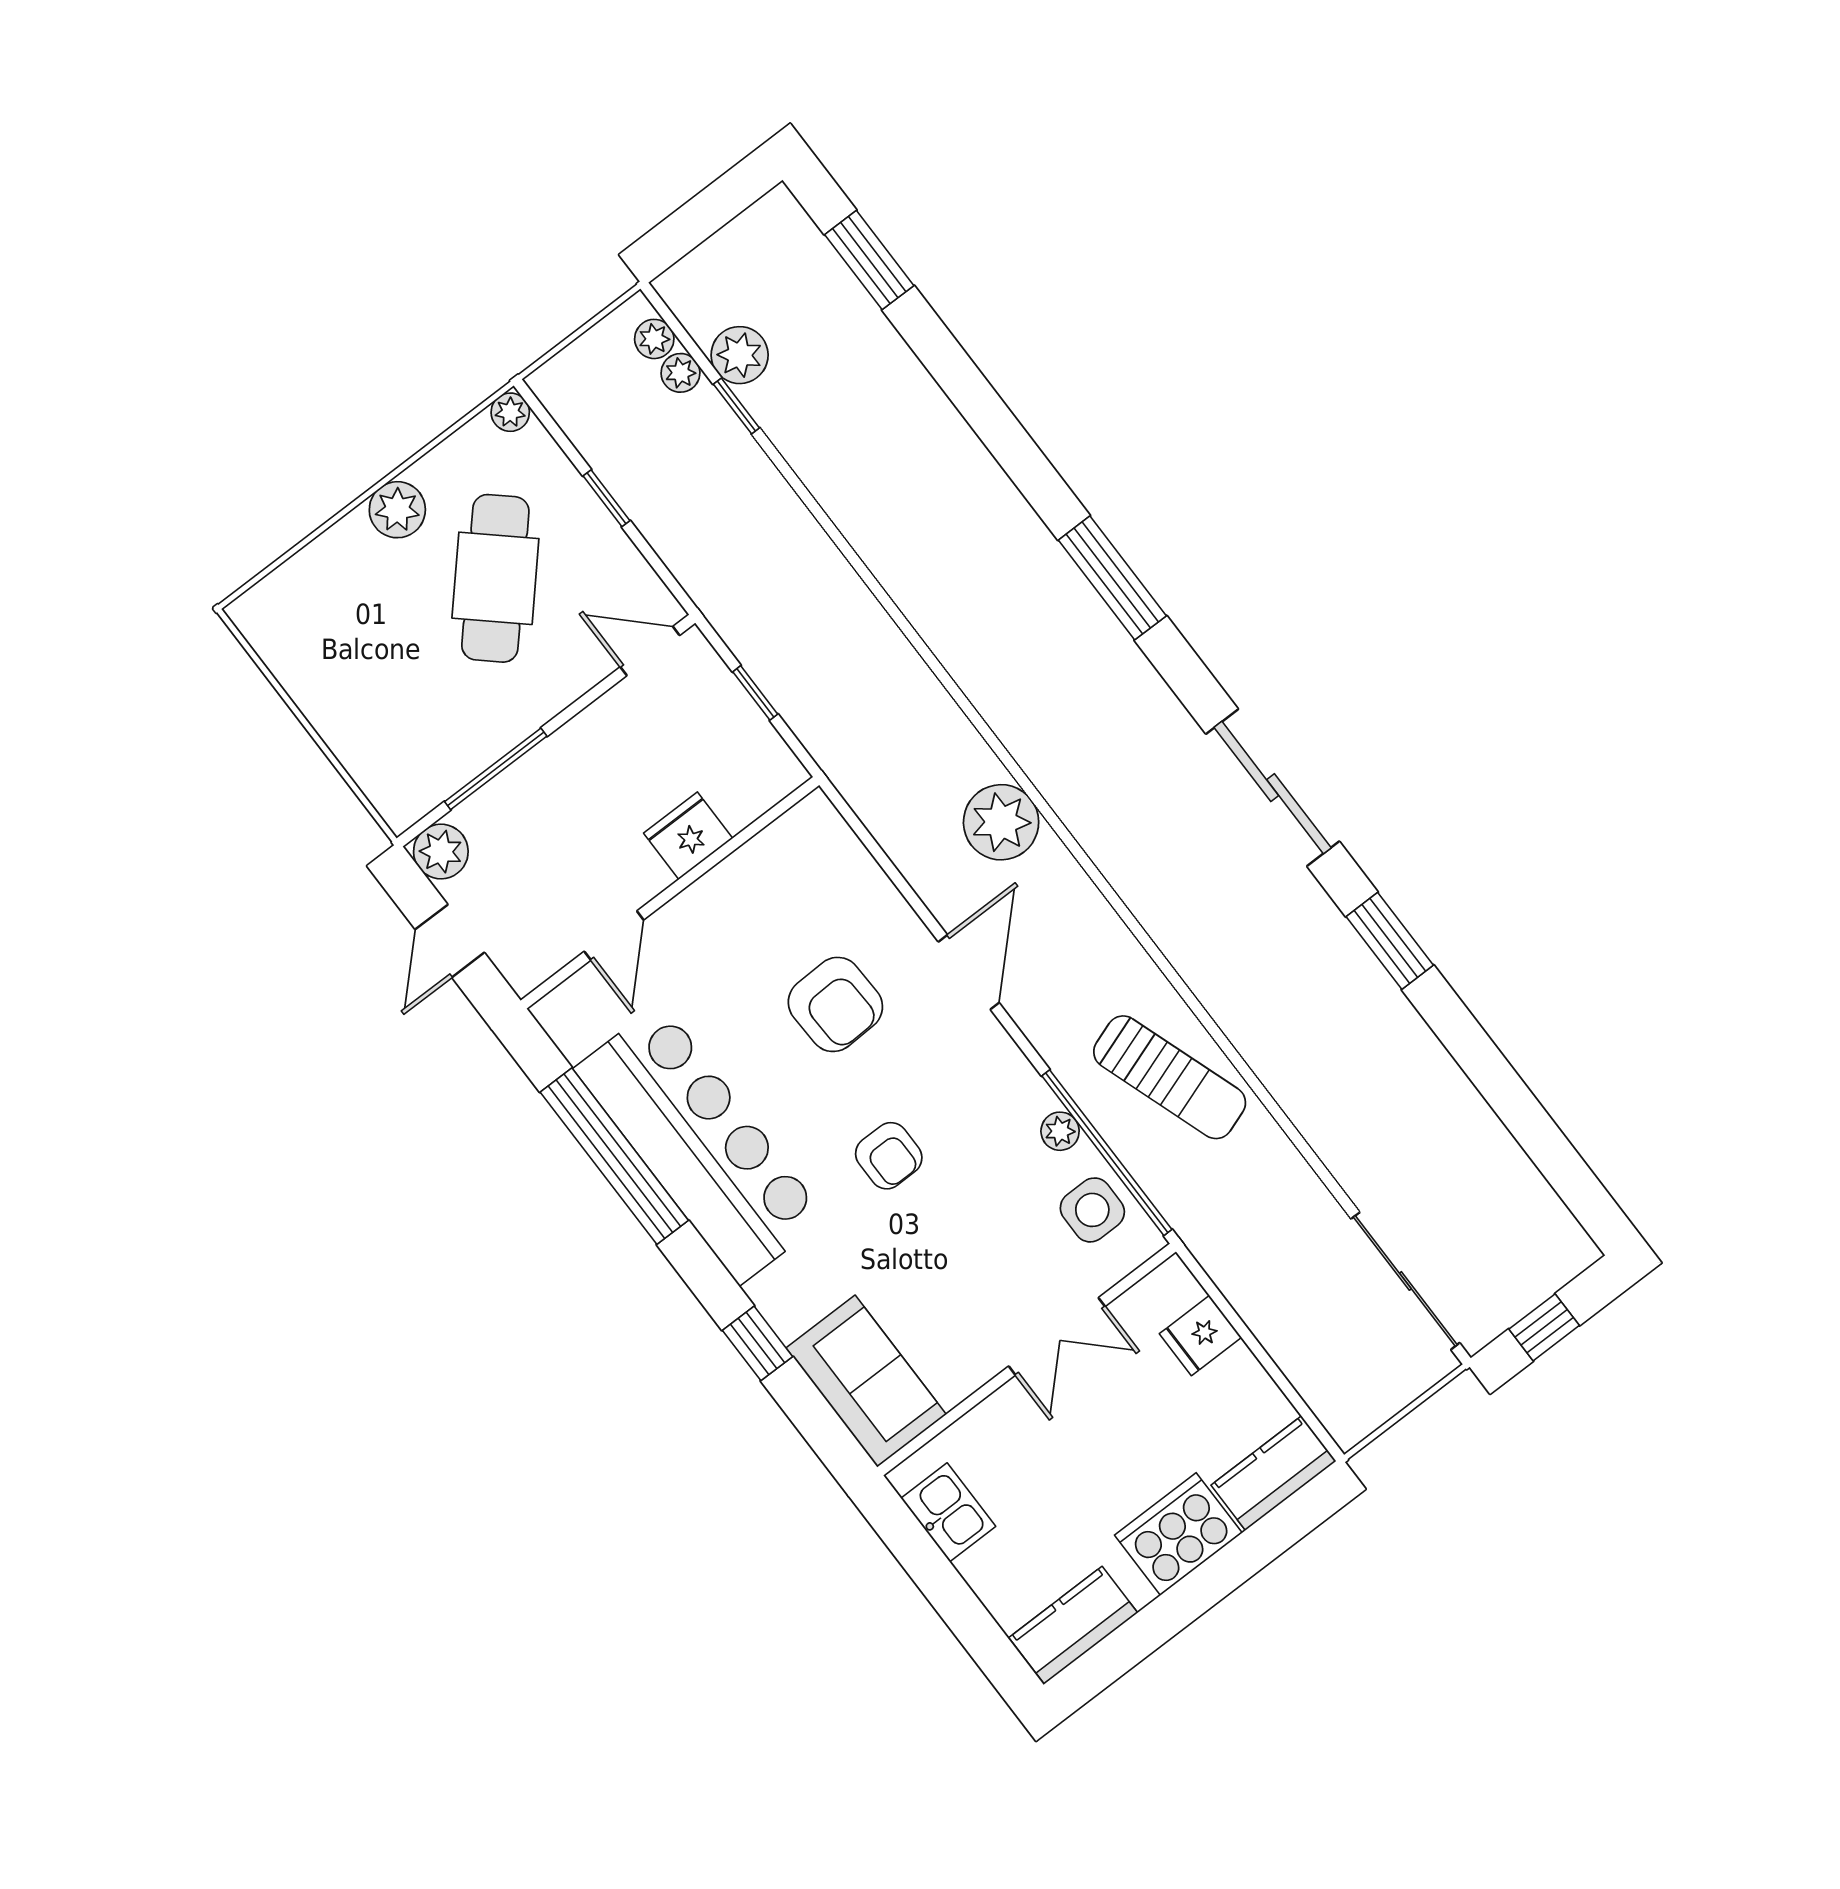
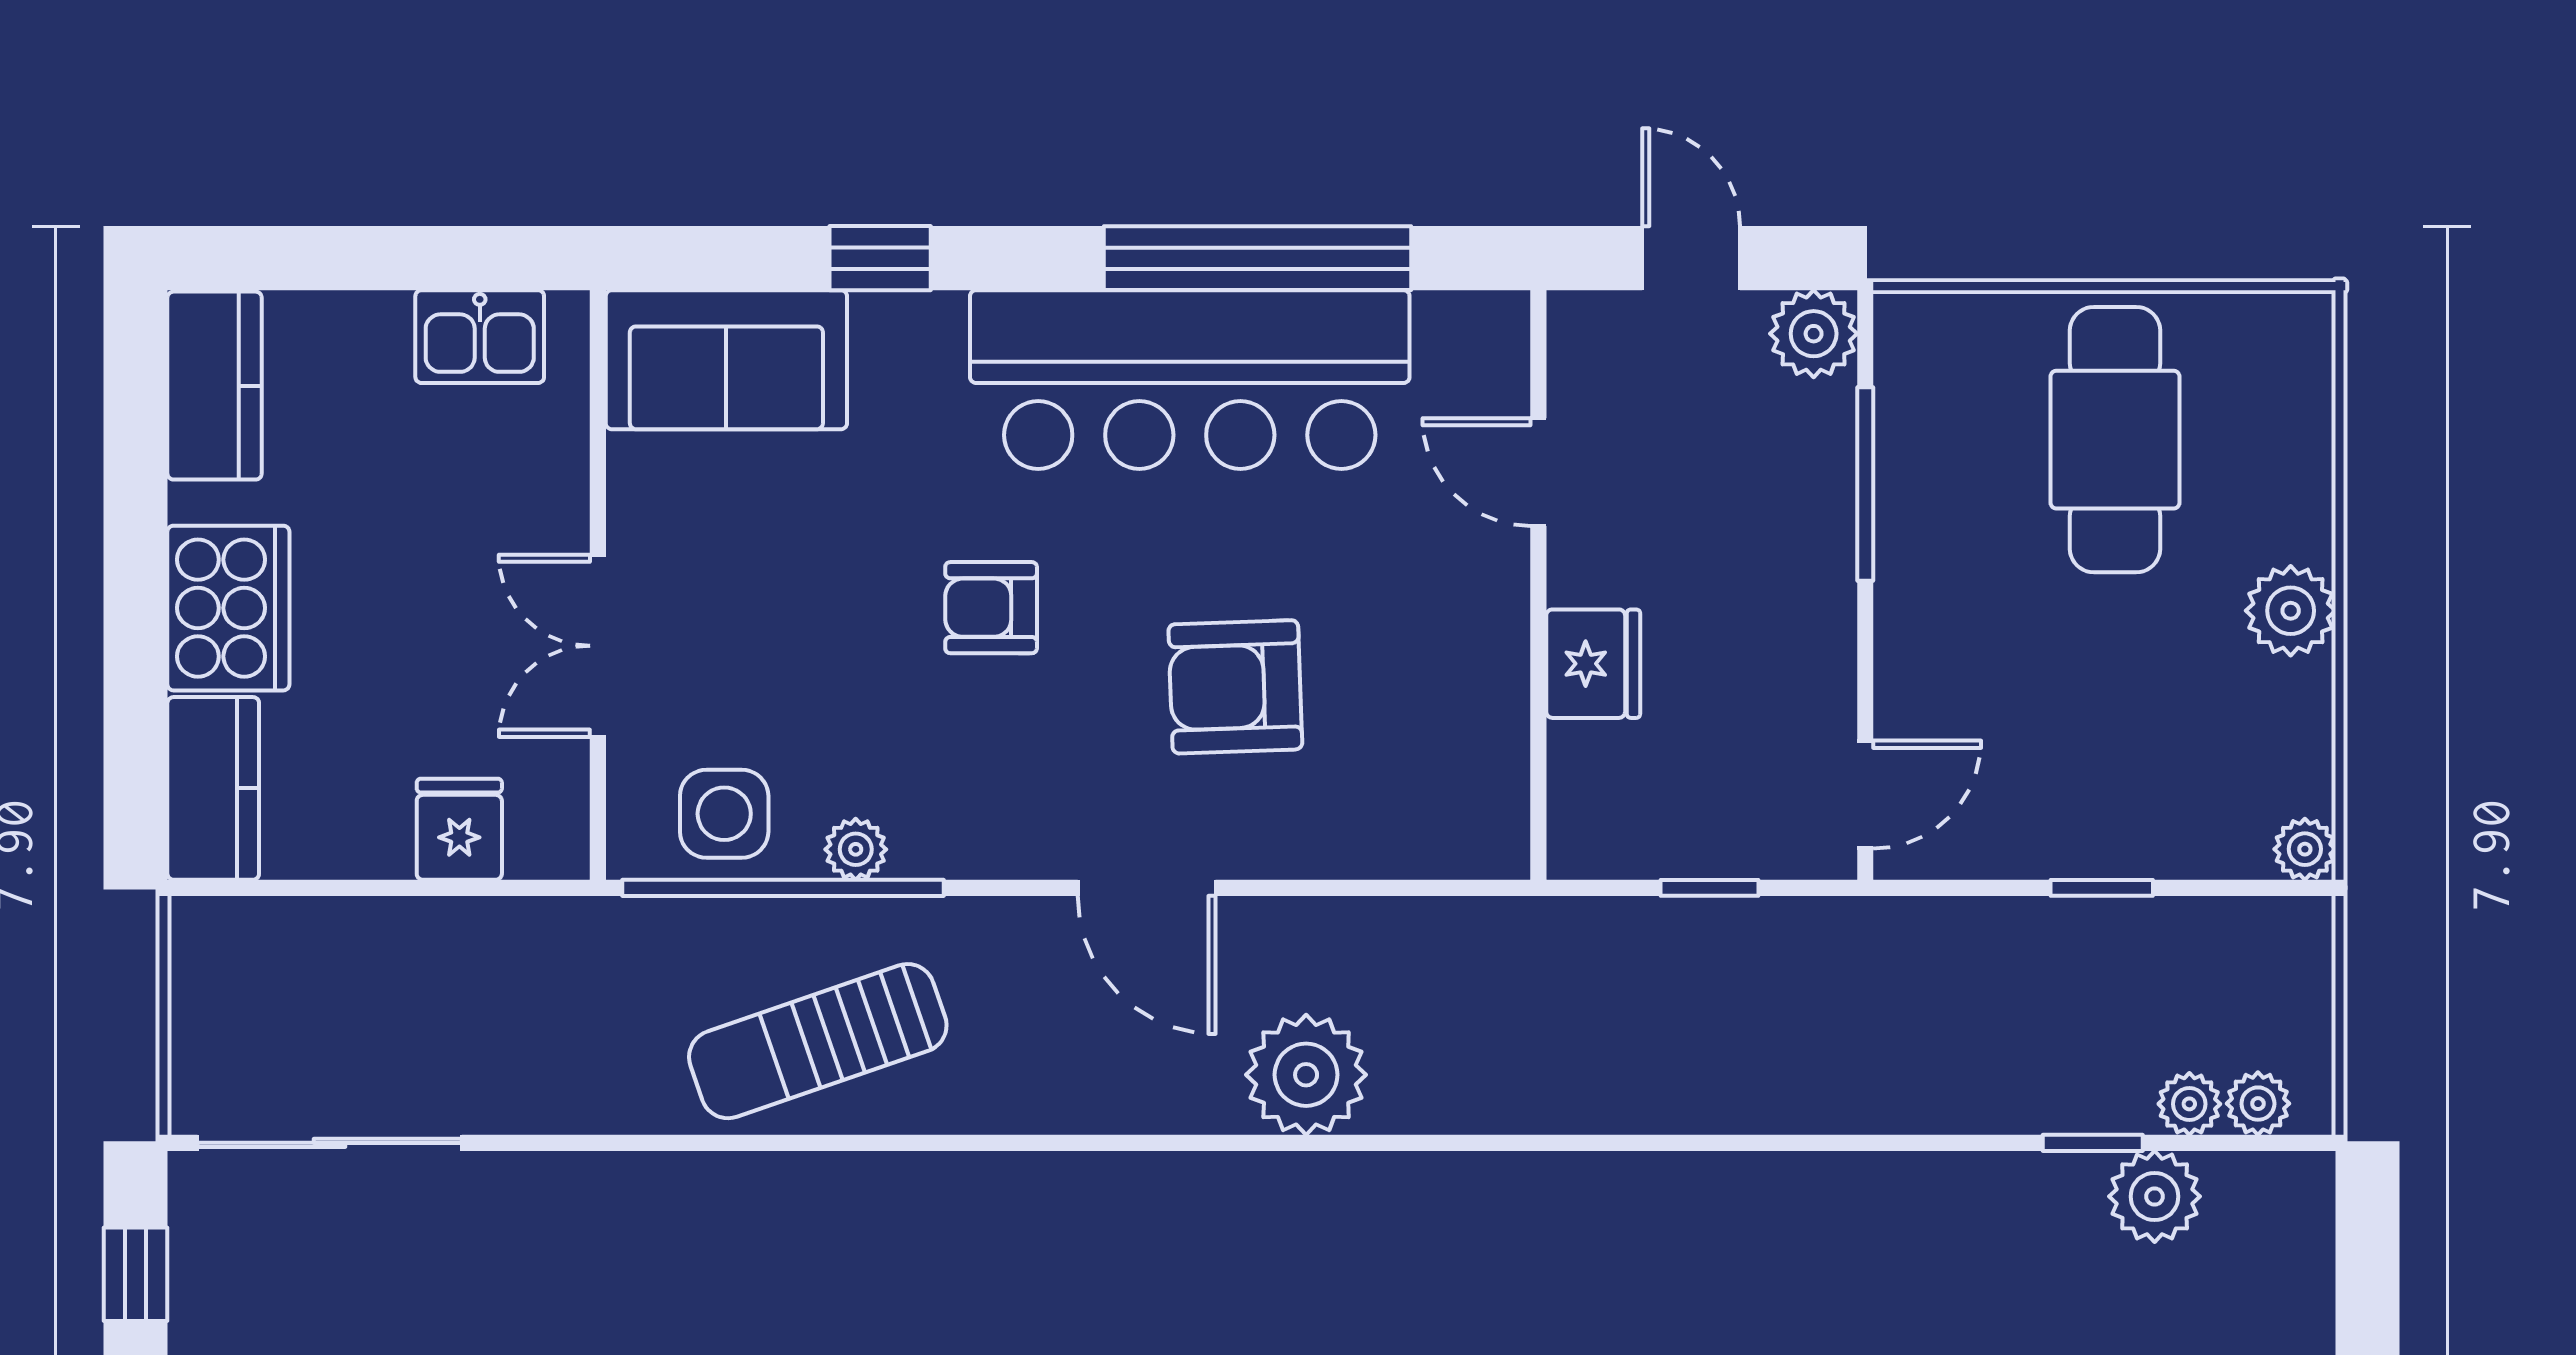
cafe table: (495, 578) -> (2115, 440), moved, turned 48

